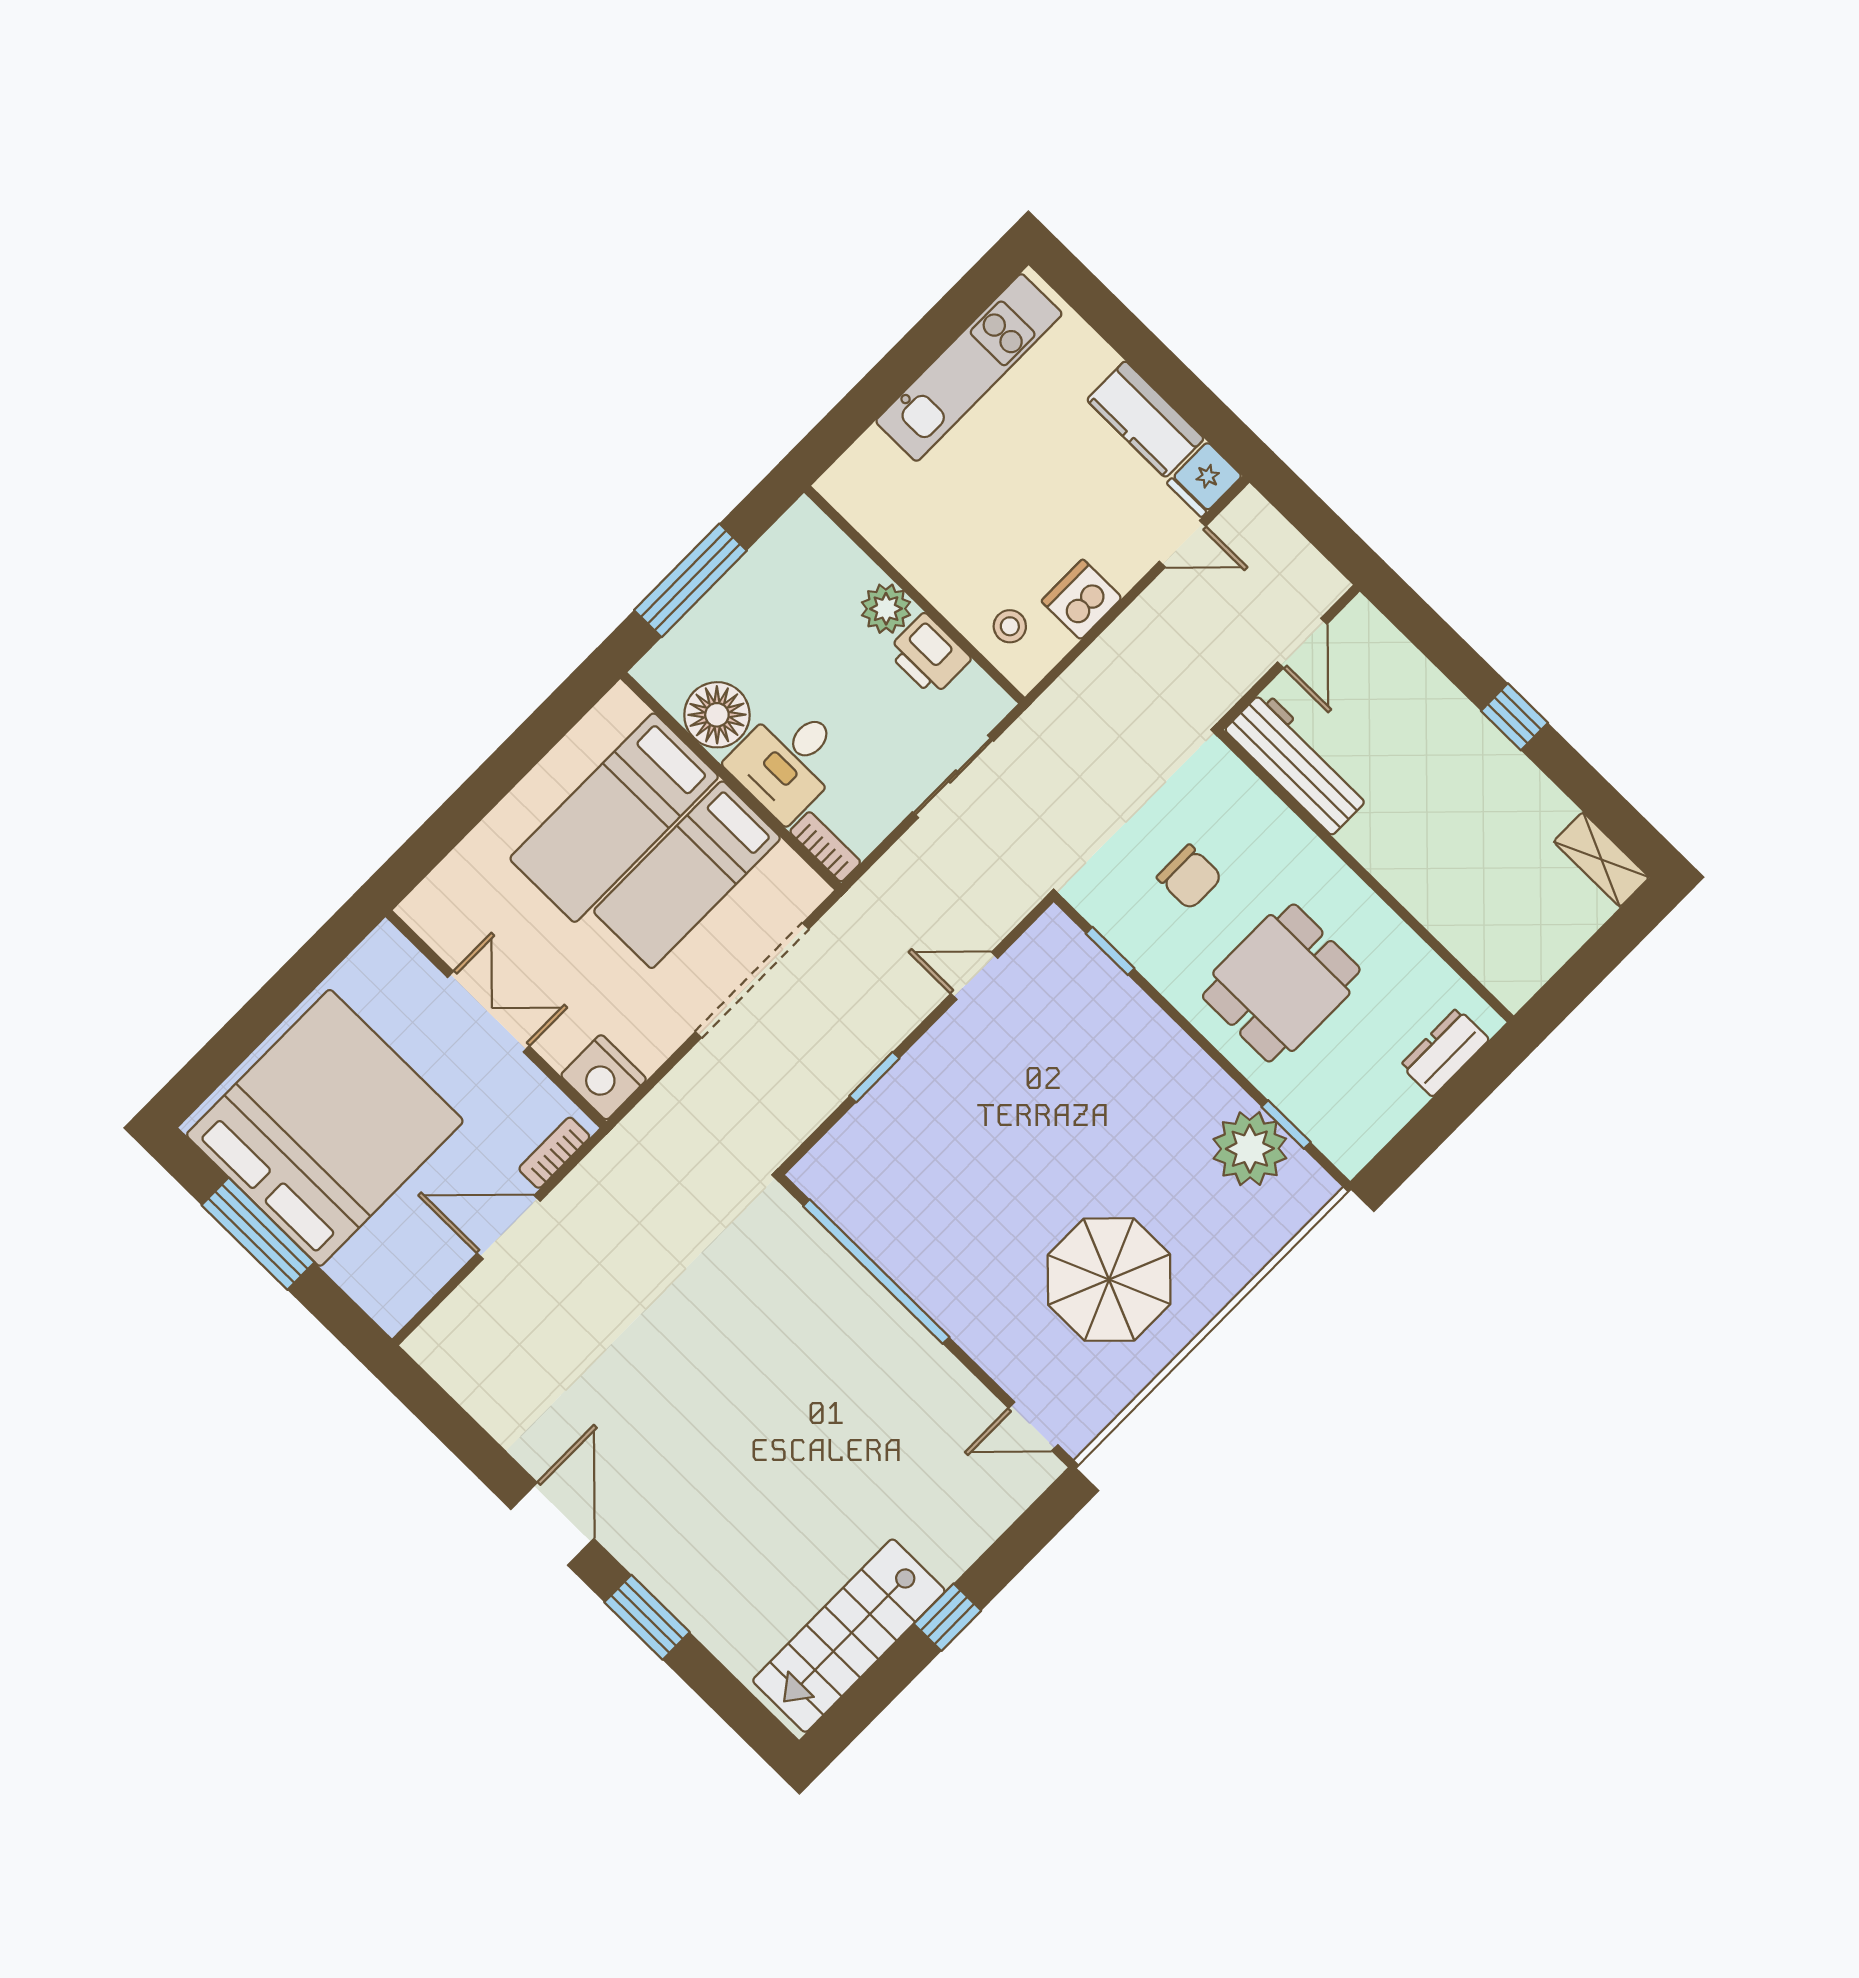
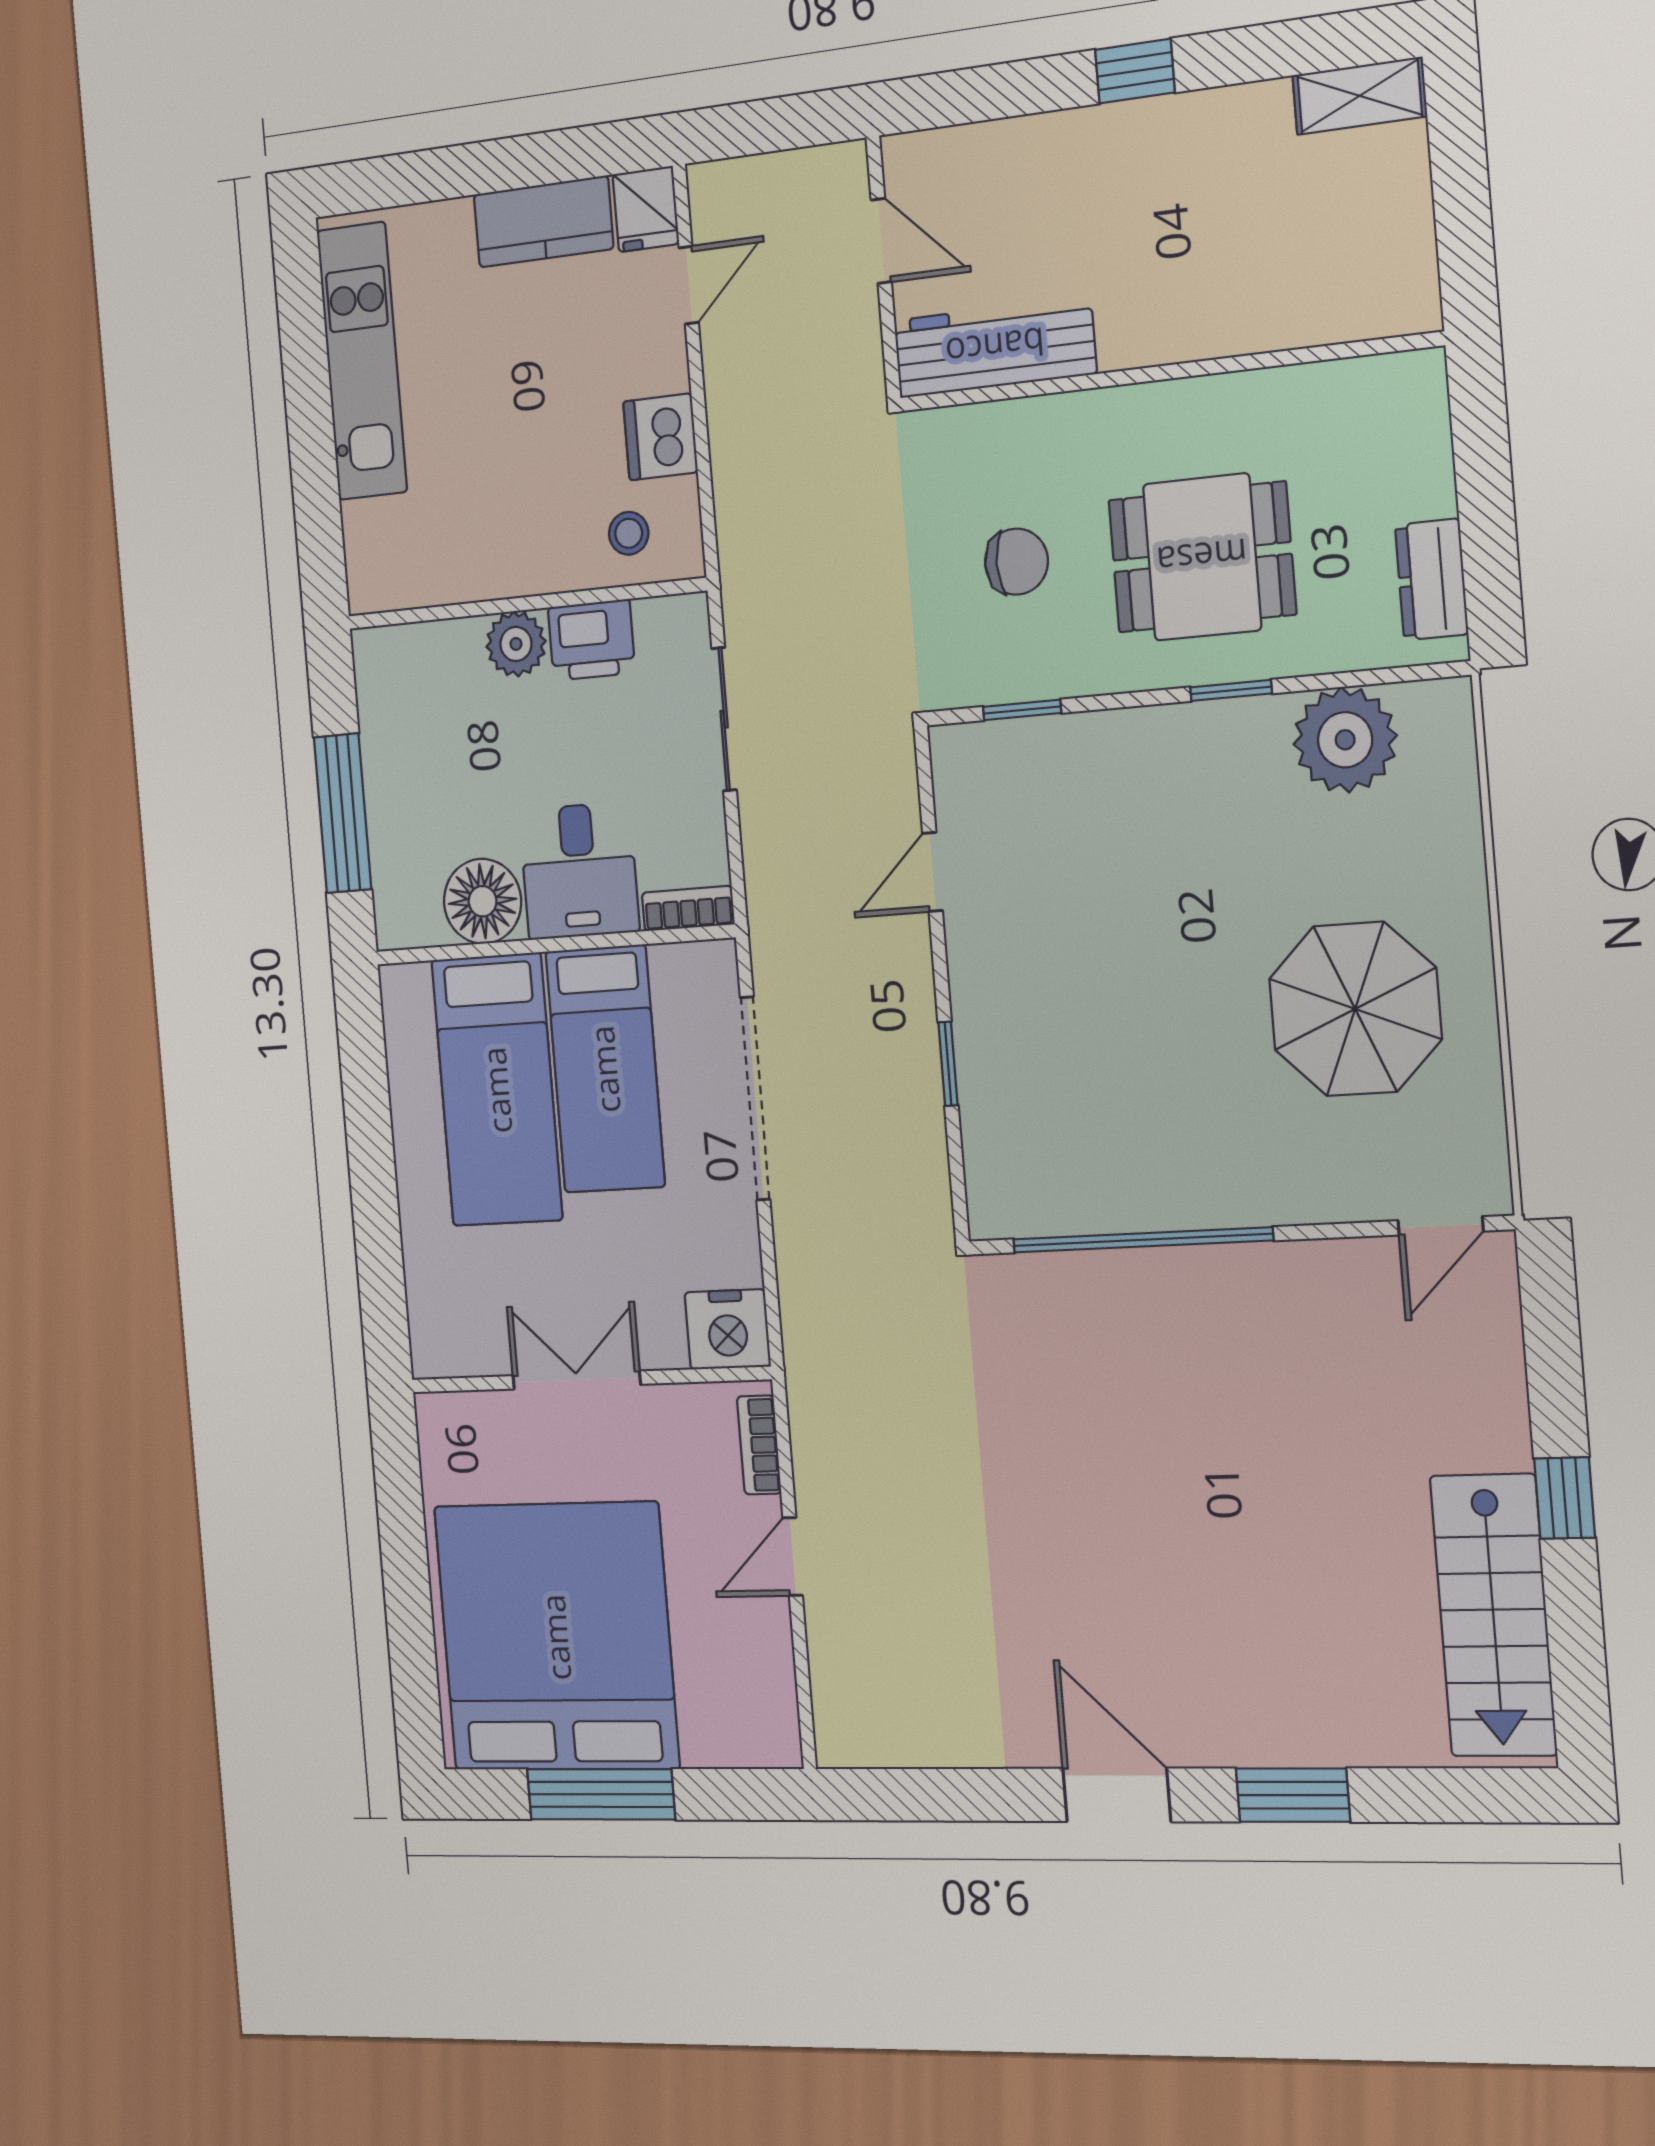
dining table: (1281, 983) -> (1202, 557), turned 90
dresser: (1445, 1052) -> (1432, 580), moved
window: (1286, 1125) -> (1231, 690), moved
door: (509, 1227) -> (793, 1557), width x0.73

